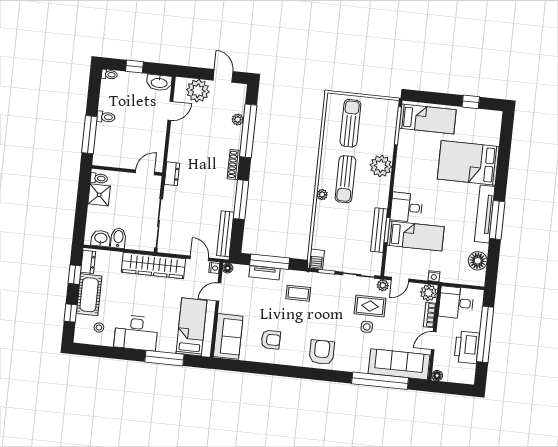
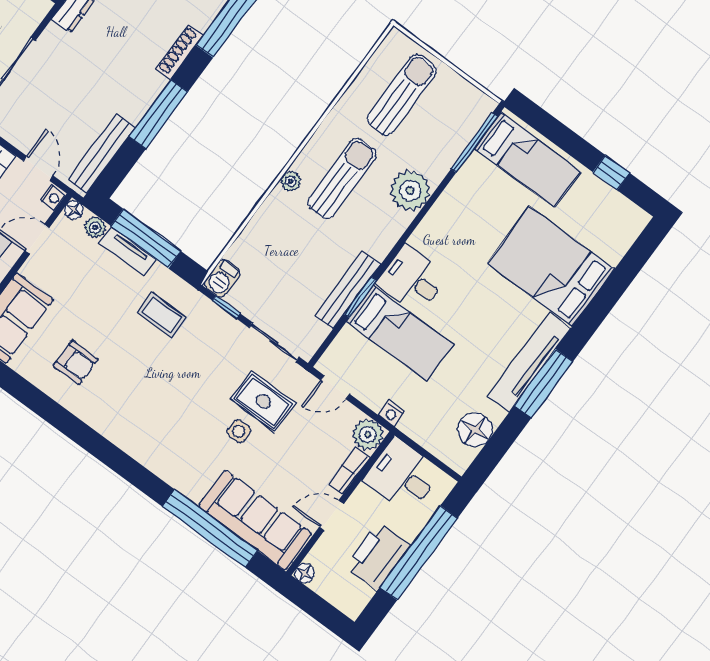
sun lounger: (345, 179) -> (342, 179), turned 180
plant: (383, 285) -> (95, 228), moved
armchair: (322, 352) -> (144, 430), removed

